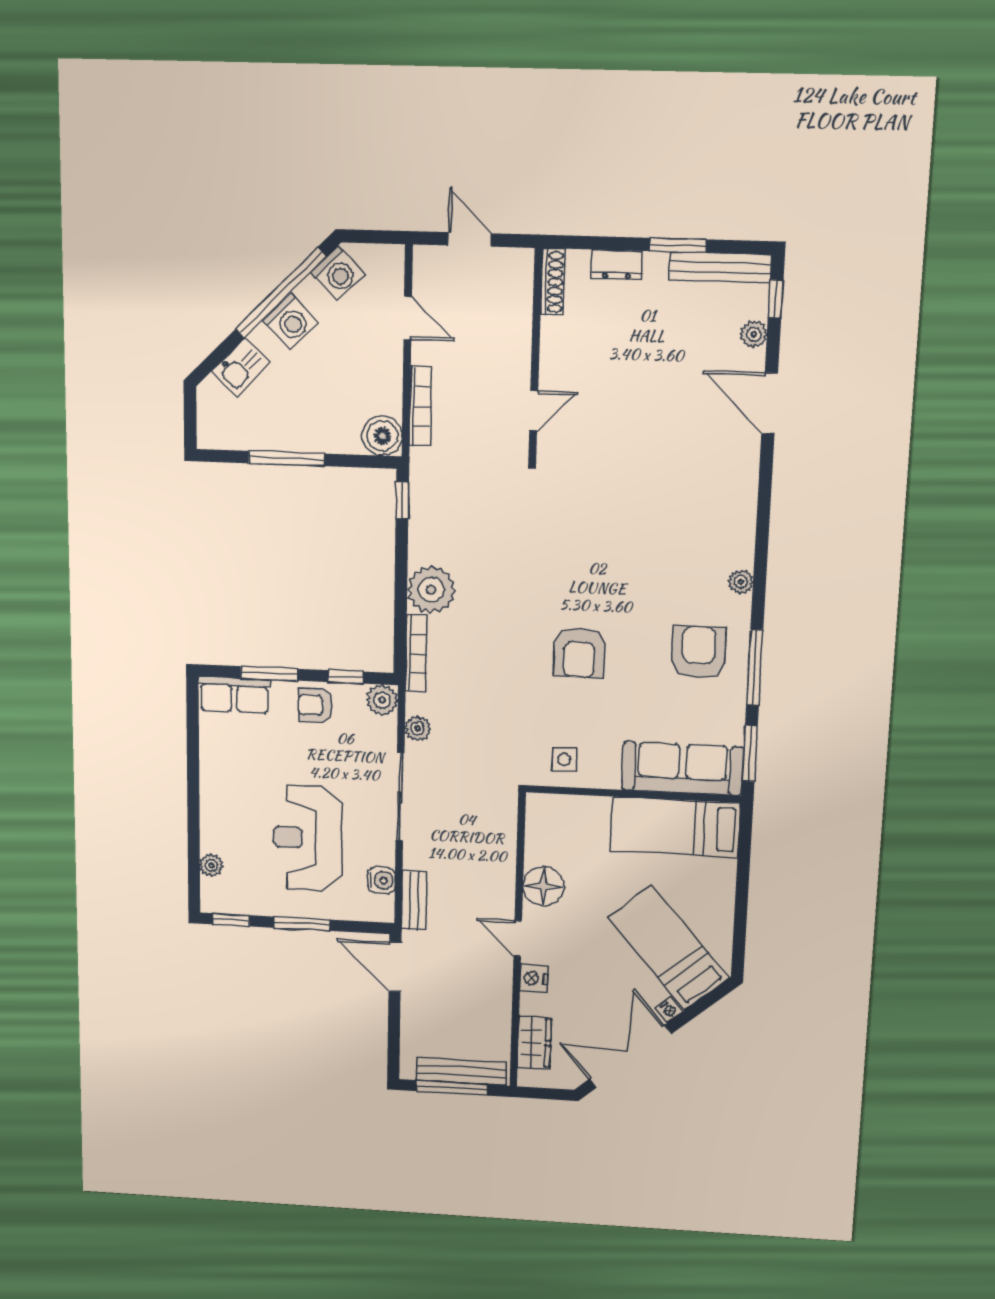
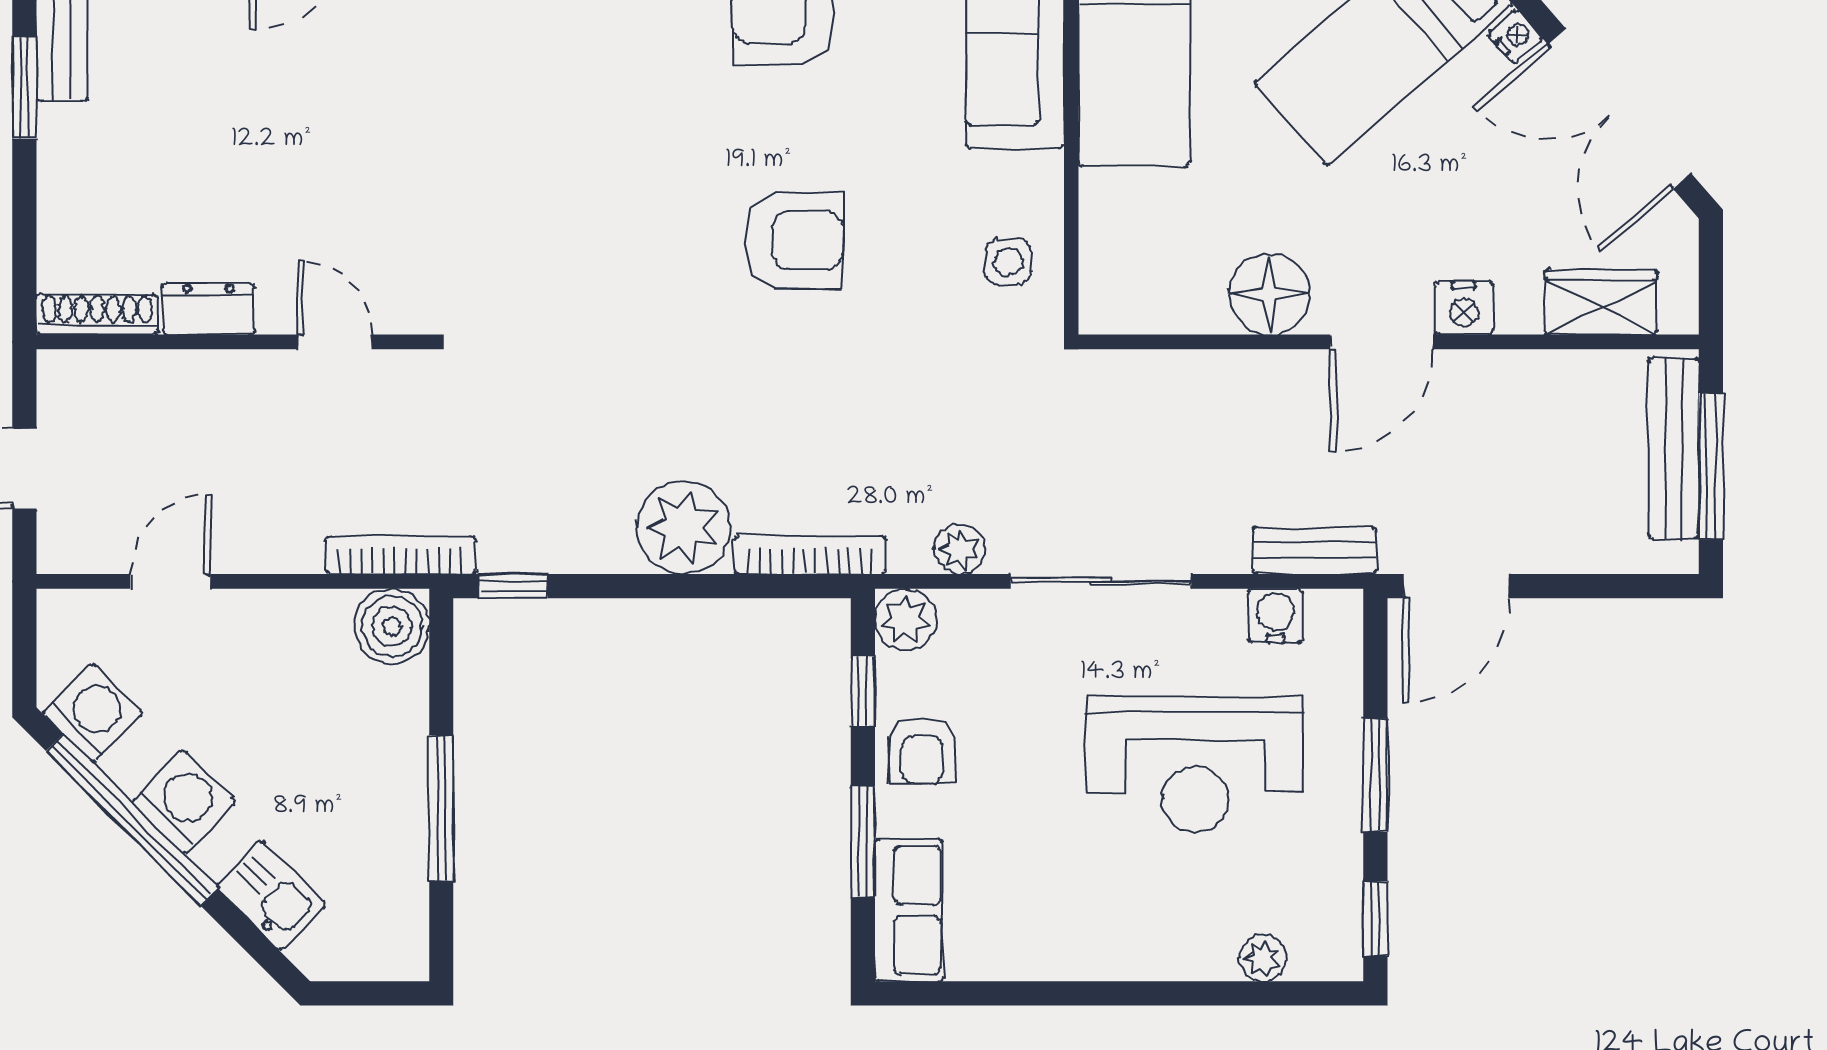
dresser: (617, 265) -> (208, 309), moved, turned -90
bookcase: (420, 406) -> (401, 555), moved
door: (518, 938) -> (1382, 342), width x1.38

